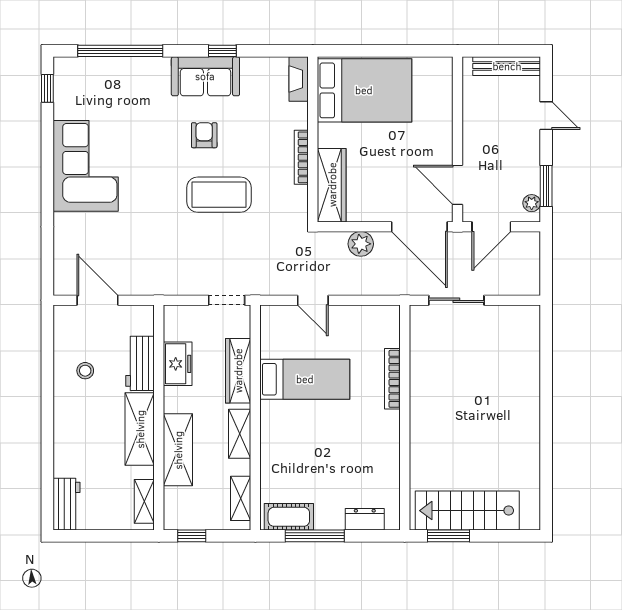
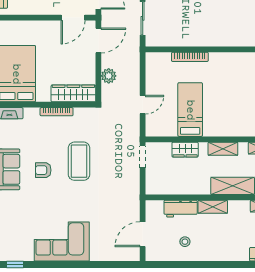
door: (419, 227) -> (98, 41), width x0.73
freezer: (178, 364) -> (181, 186), removed
wardrobe: (238, 371) -> (185, 150), width x0.67
shelving: (140, 429) -> (213, 207), width x0.67, depth x0.75

